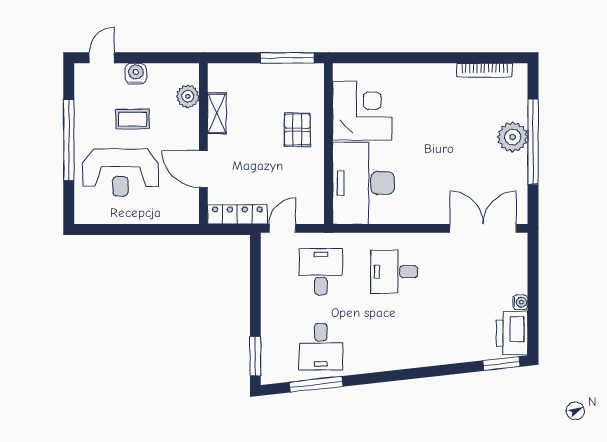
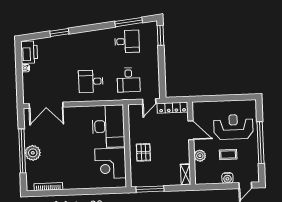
plant: (188, 96) -> (200, 156), moved
shelving: (217, 113) -> (186, 174), moved
desk: (394, 272) -> (91, 81), turned 180
desk: (321, 347) -> (127, 41), turned 90
window: (502, 364) -> (59, 33), moved

